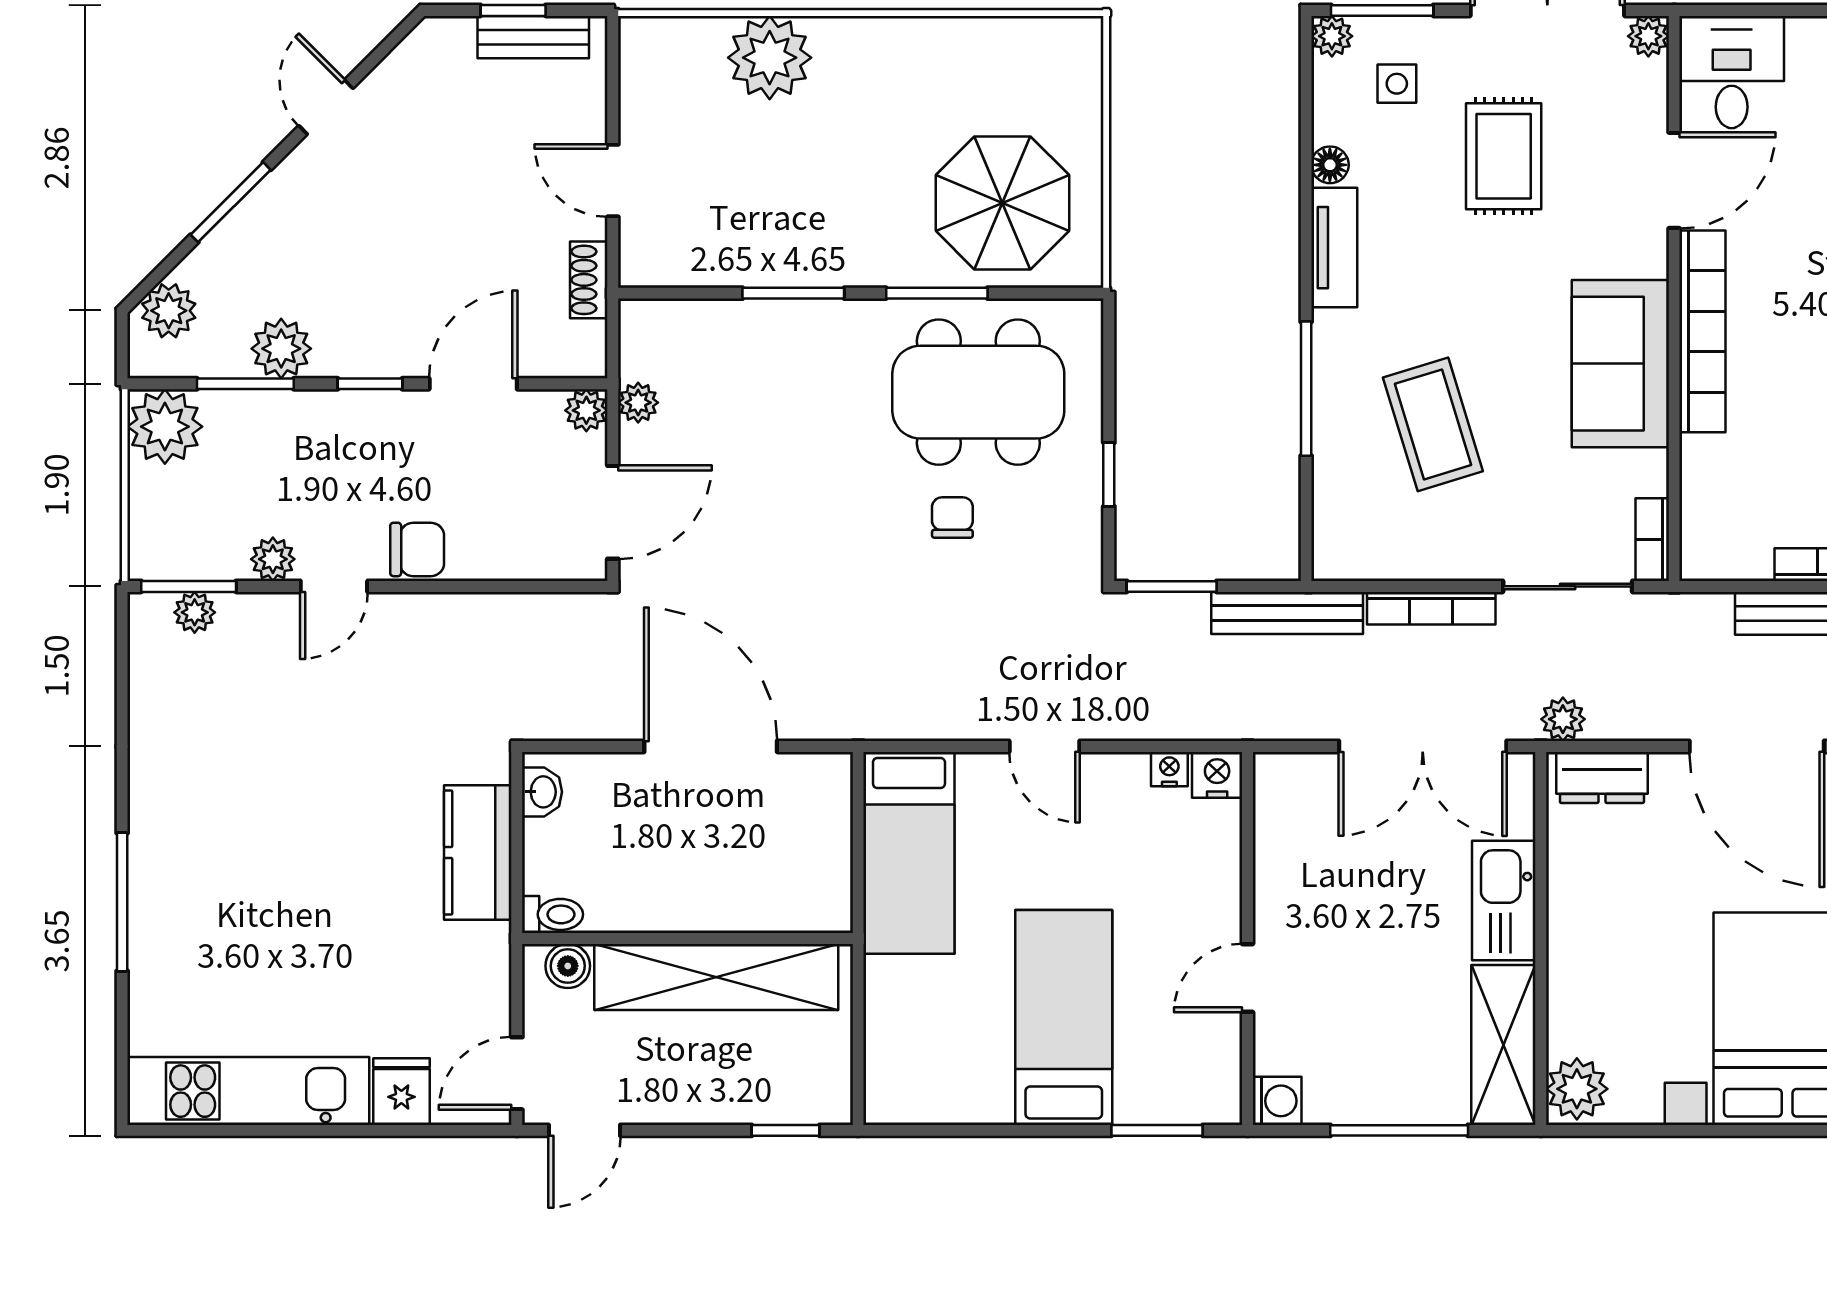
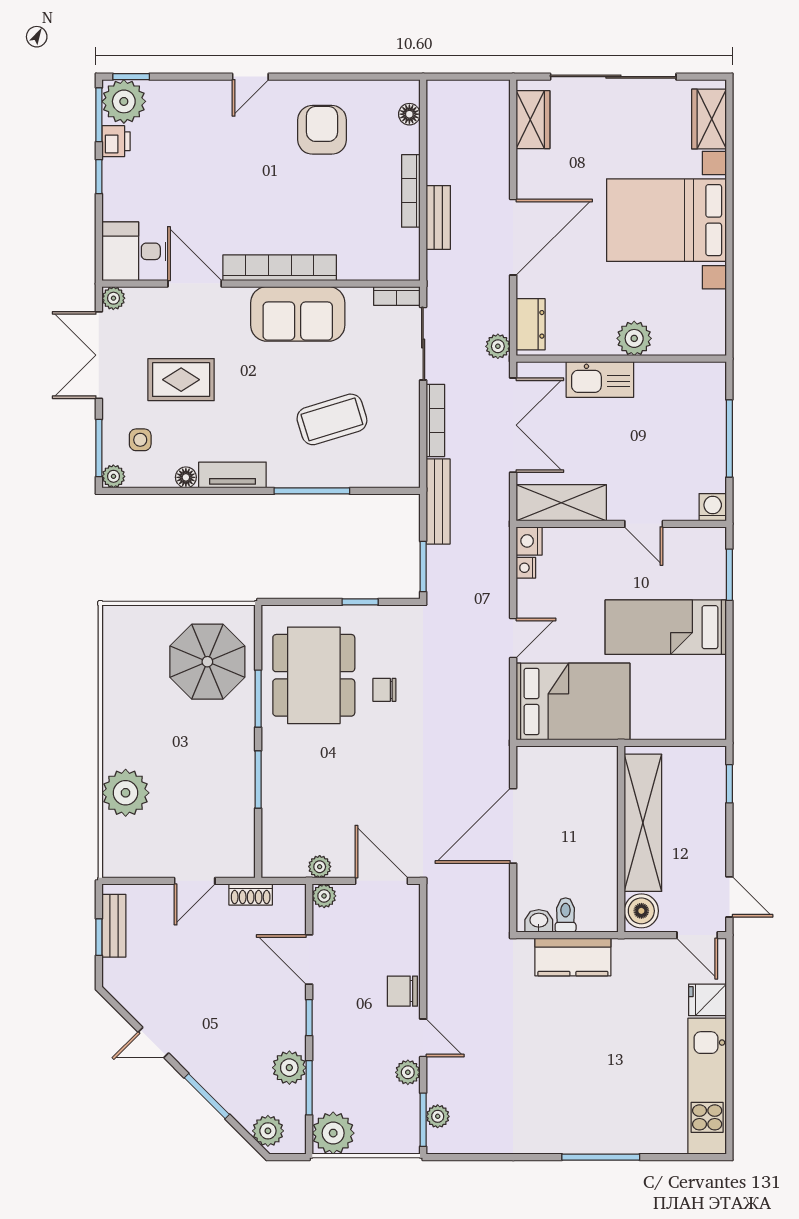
chair: (417, 549) -> (402, 991), turned -90
bed: (909, 853) -> (573, 702), width x1.50
toilet: (553, 914) -> (566, 915), moved
boiler: (568, 966) -> (641, 911), width x1.36, depth x1.36
shelving: (1503, 1045) -> (561, 503), moved
plant: (1577, 1089) -> (634, 338), moved

